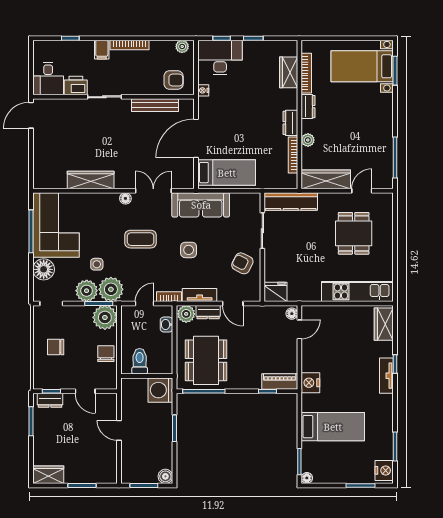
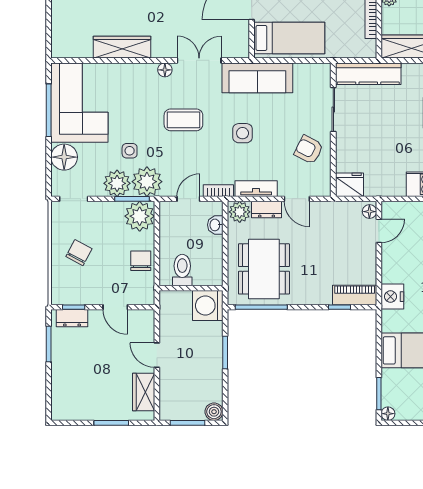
chair: (56, 347) -> (79, 253), turned 118
wardrobe: (48, 475) -> (144, 392), moved, turned -90

